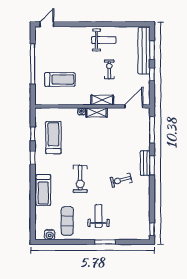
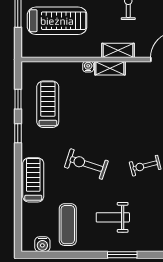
treadmill: (60, 80) -> (57, 21), width x1.37, depth x1.38
exercise bike: (80, 179) -> (86, 164), turned 108
treadmill: (43, 190) -> (33, 180), turned 180
weight bench: (99, 216) -> (113, 217), turned -90

